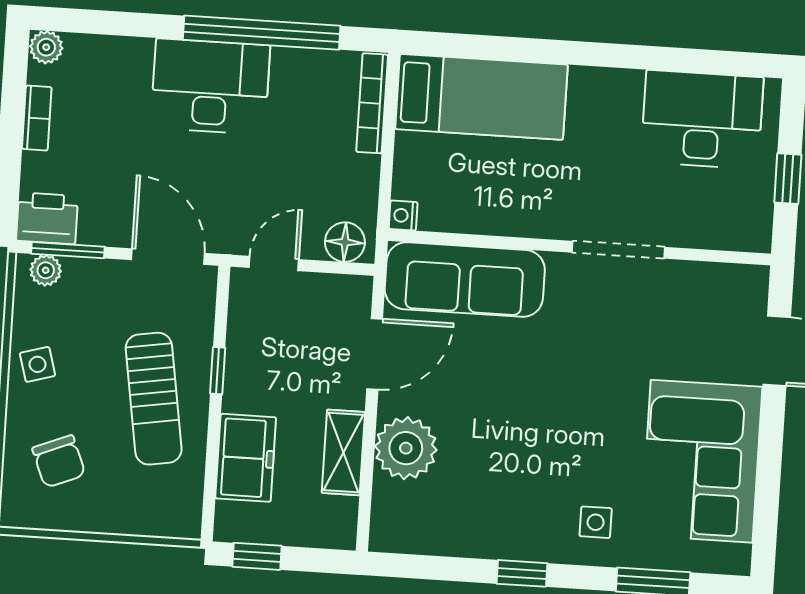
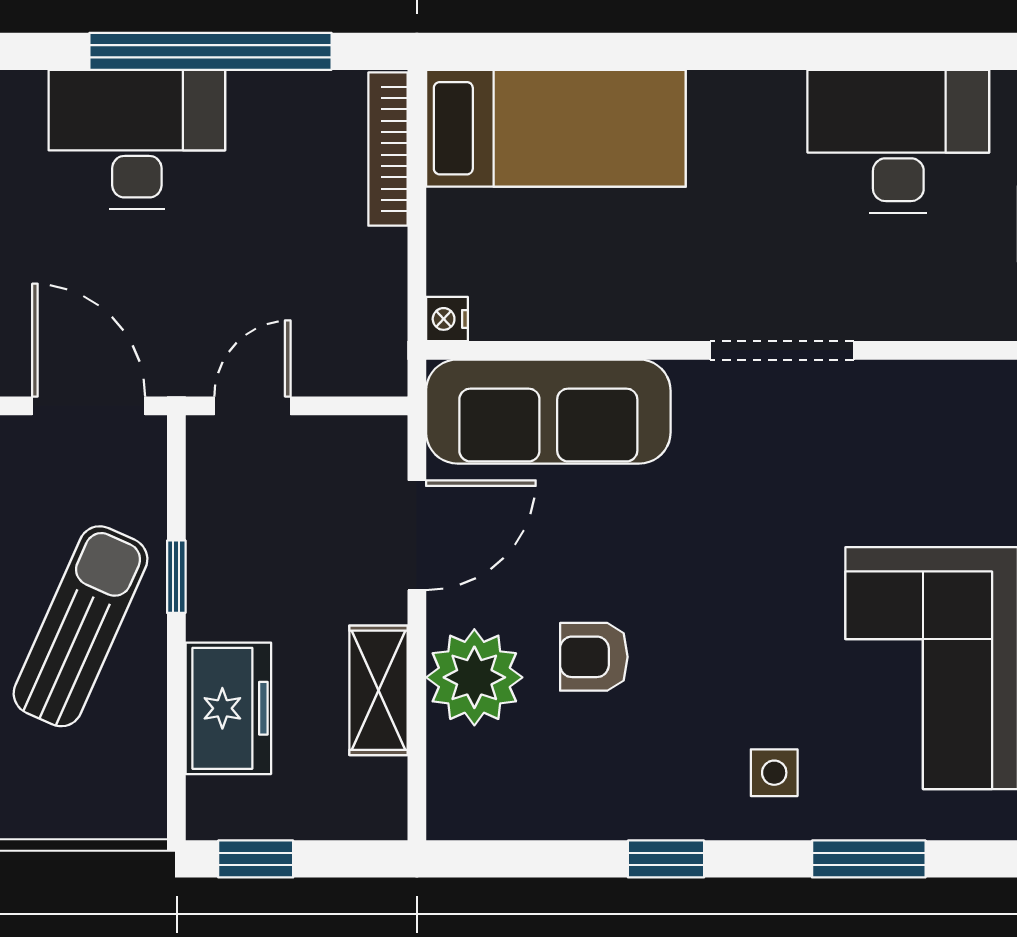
floor lamp: (345, 242) -> (360, 366), removed
sun lounger: (154, 399) -> (80, 626), turned -147
armchair: (484, 440) -> (594, 657), added

